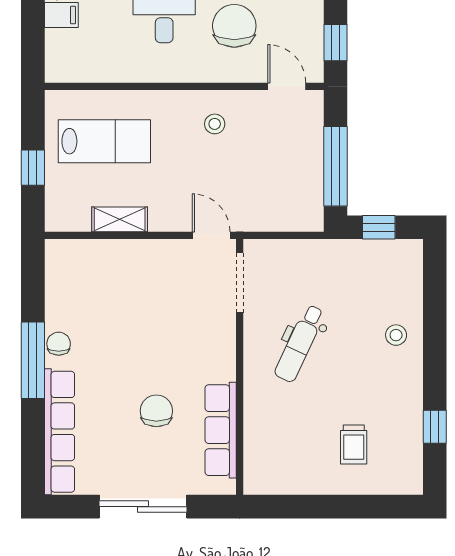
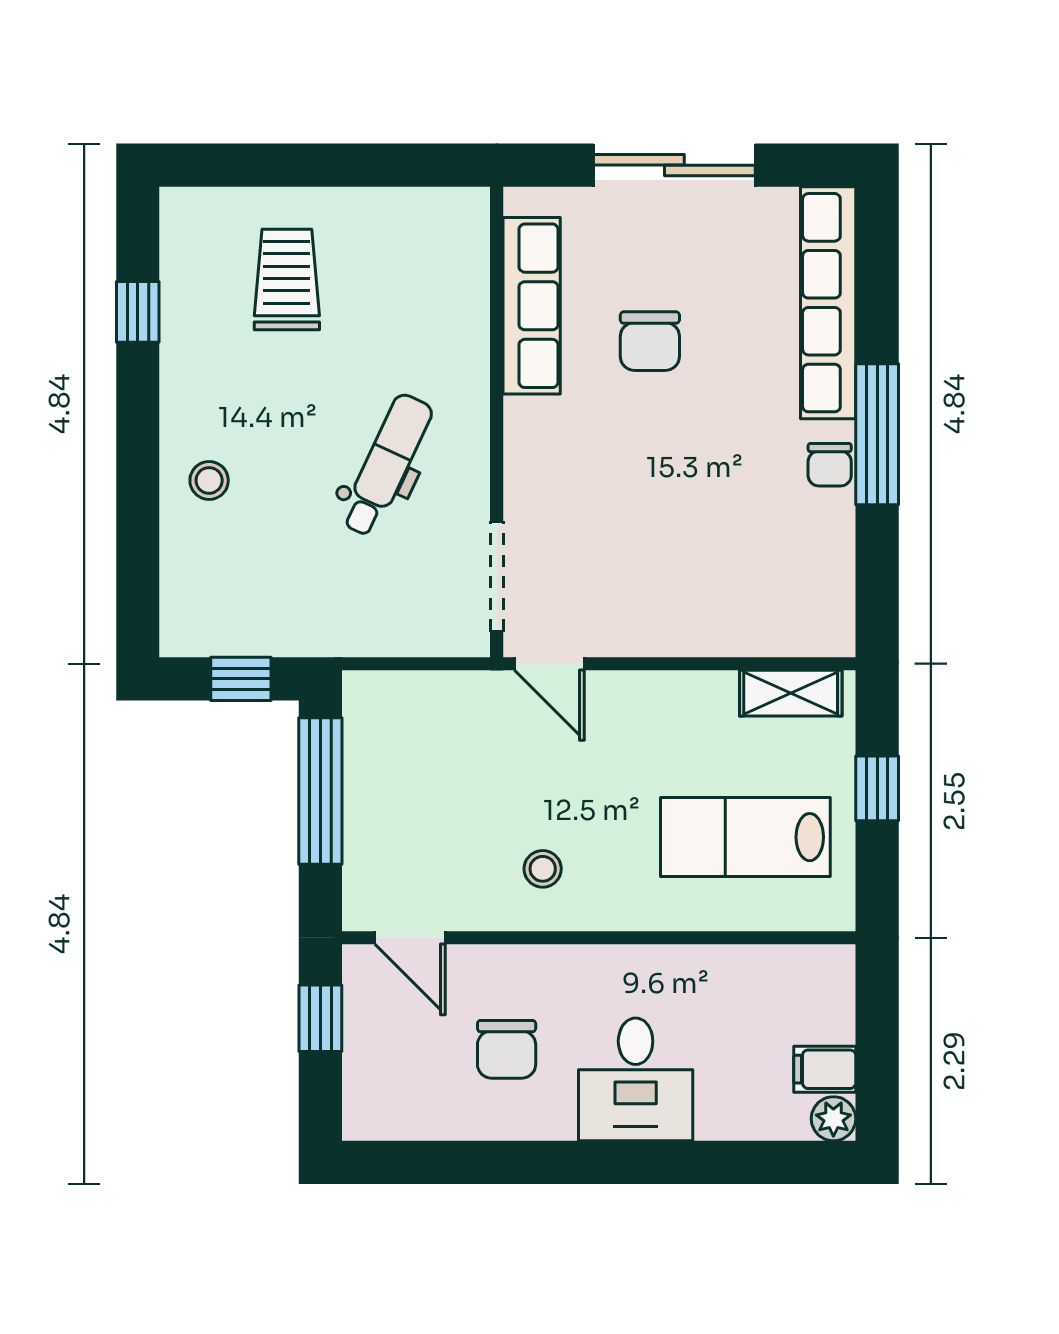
chair: (234, 26) -> (507, 1049), width x0.73, depth x0.73
shelving: (120, 219) -> (791, 693), moved
trolley: (354, 444) -> (287, 279), width x1.36, depth x1.39

